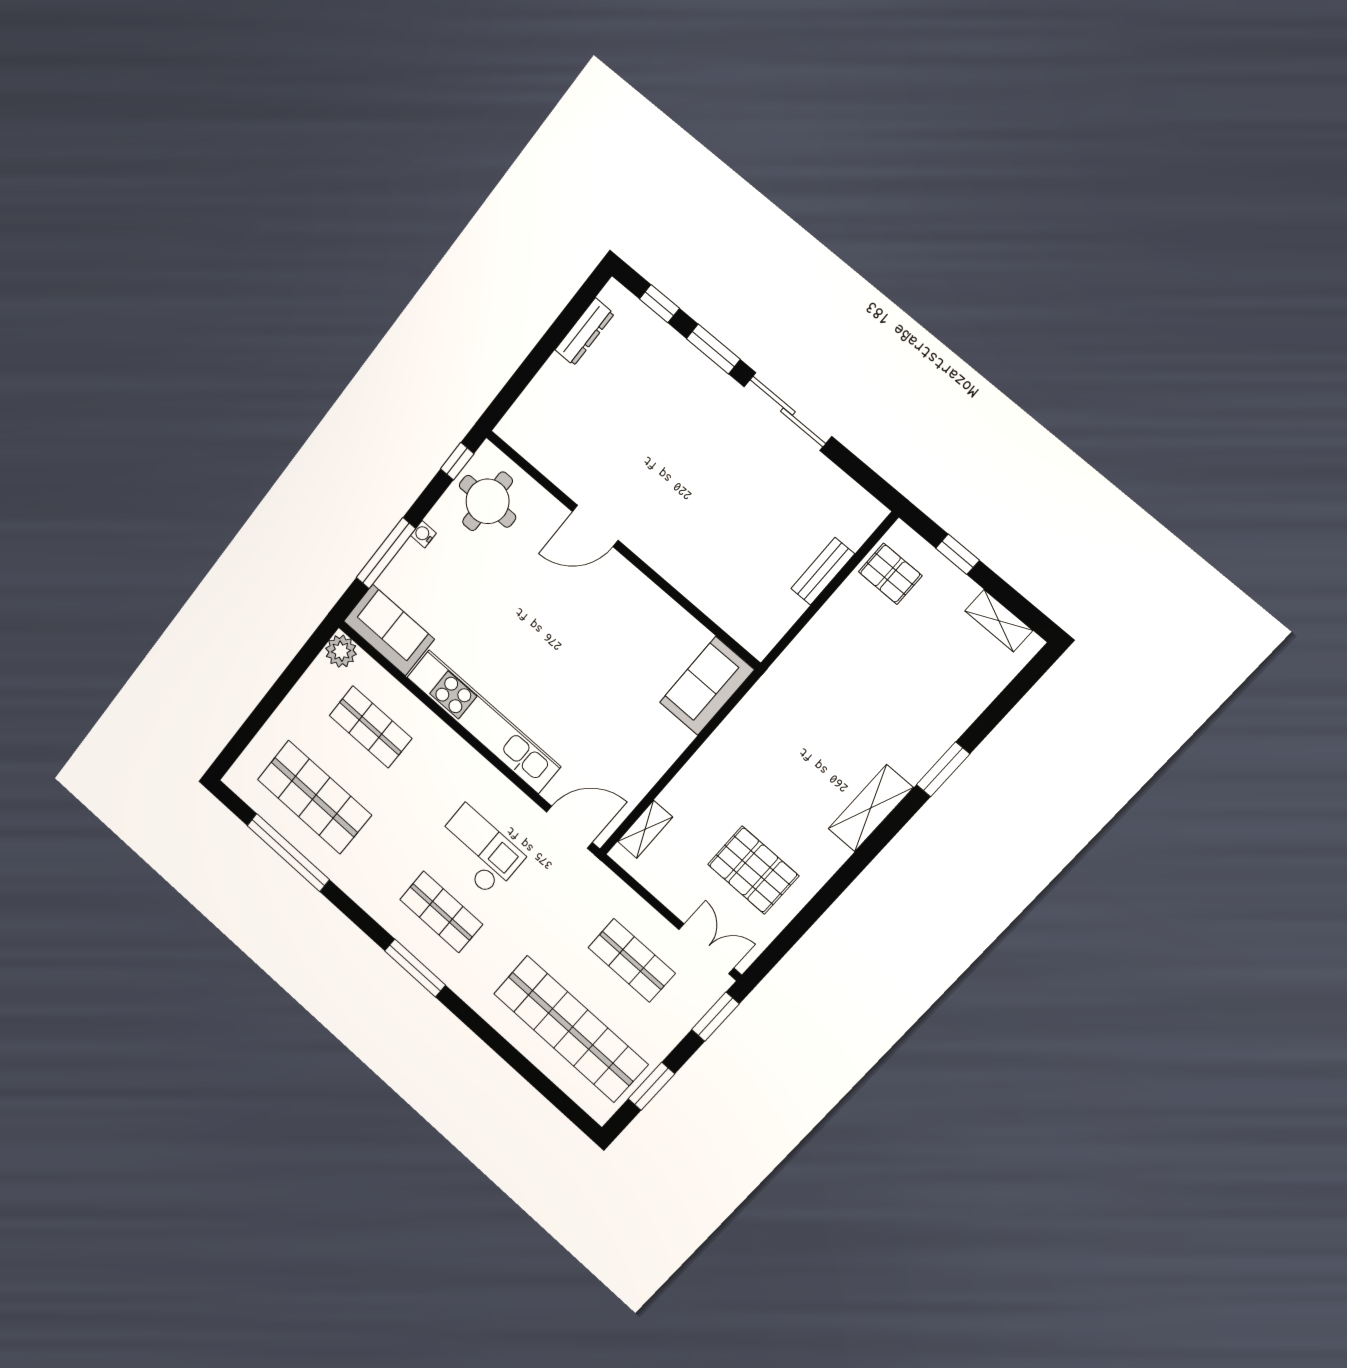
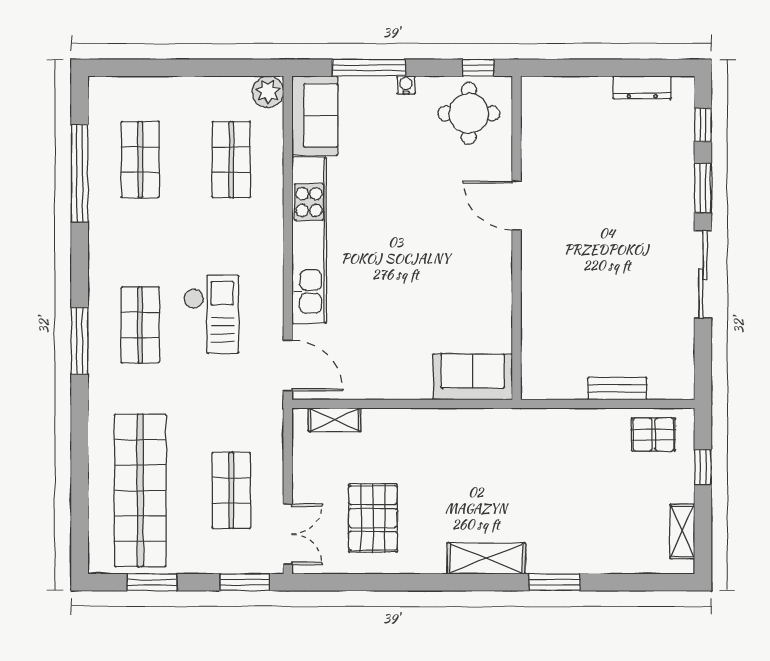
pallet: (890, 574) -> (653, 435), turned 90
shop shelf: (314, 797) -> (140, 160), width x0.70, depth x0.74

